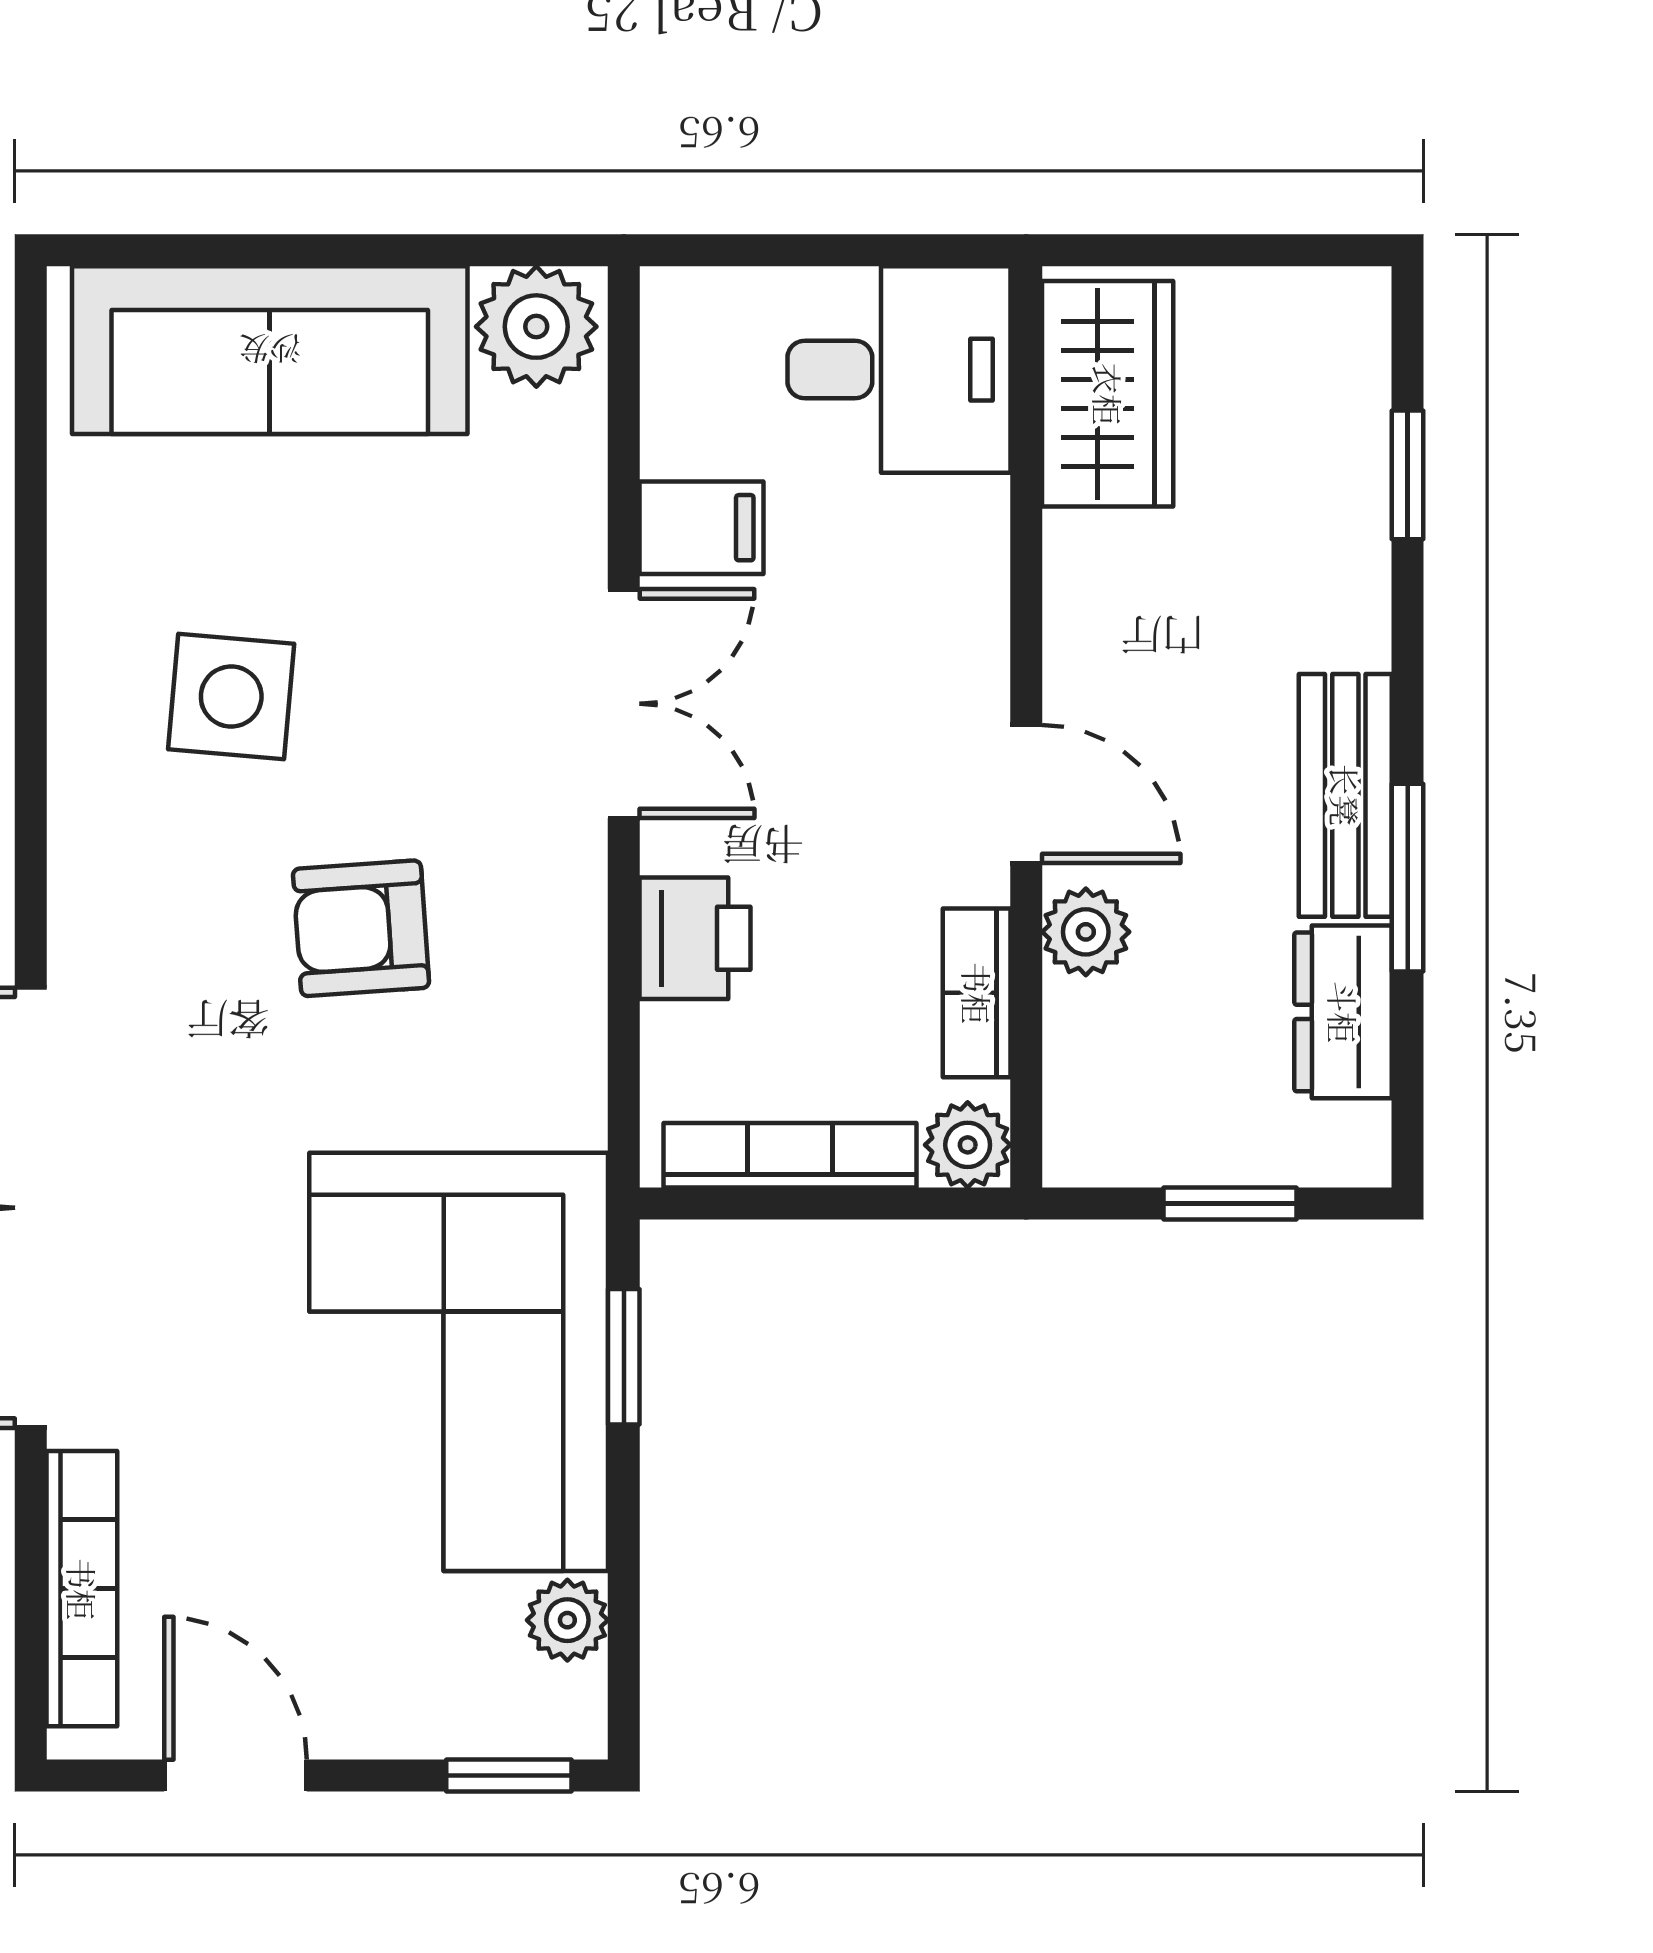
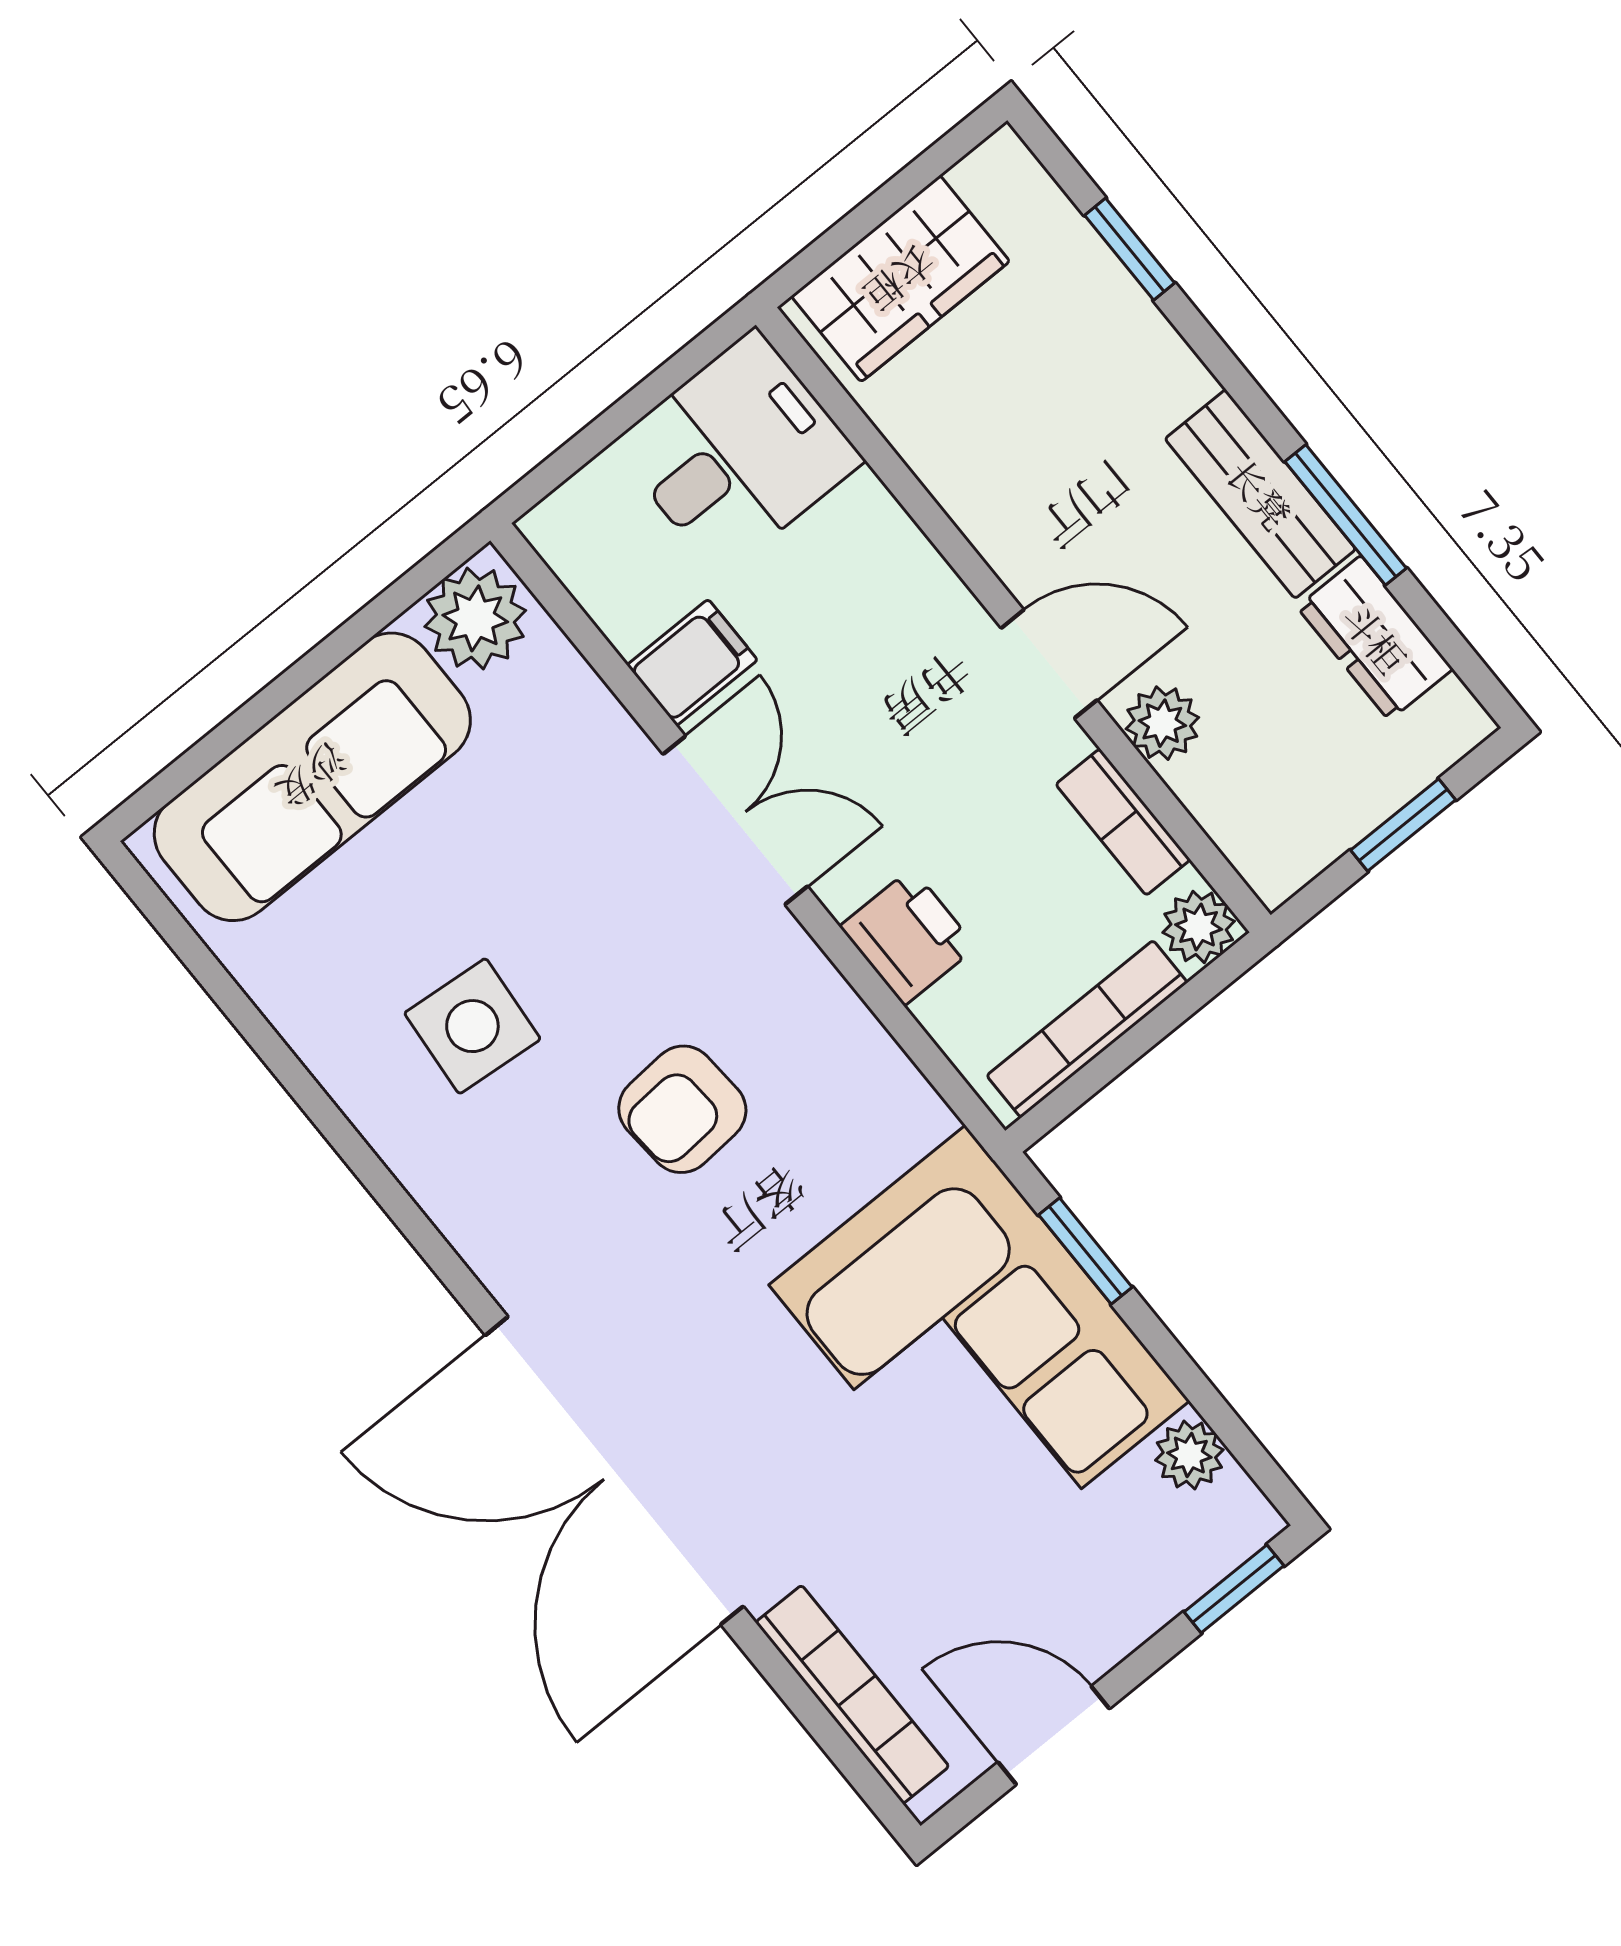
wardrobe: (1108, 394) -> (900, 279), moved, turned 90

